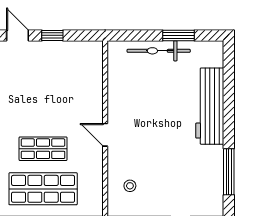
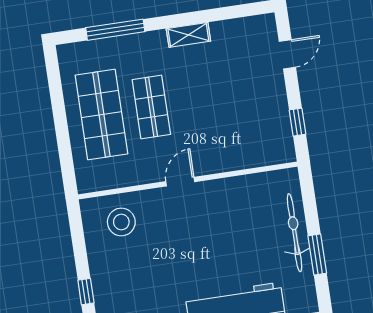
window: (52, 35) -> (297, 122), moved
stool: (130, 186) -> (121, 222), width x1.89, depth x1.89

